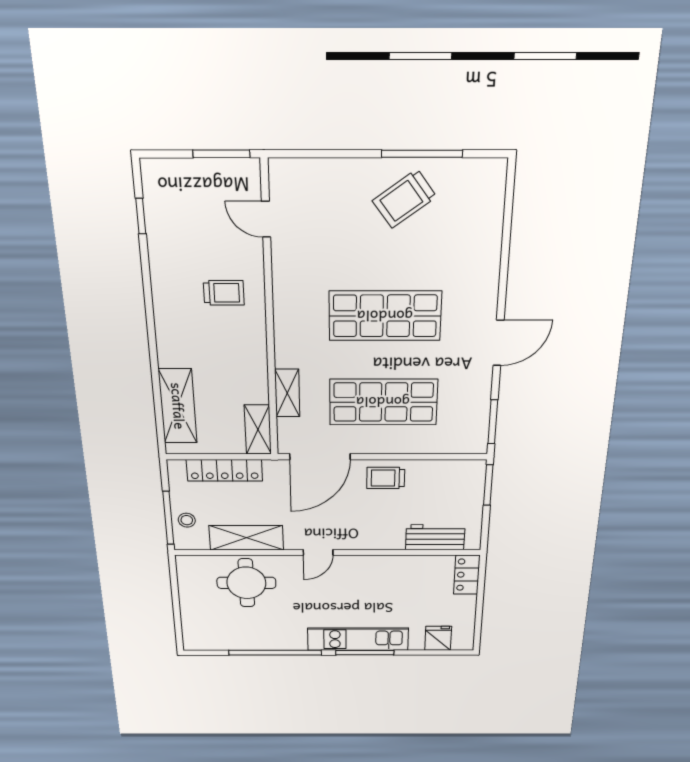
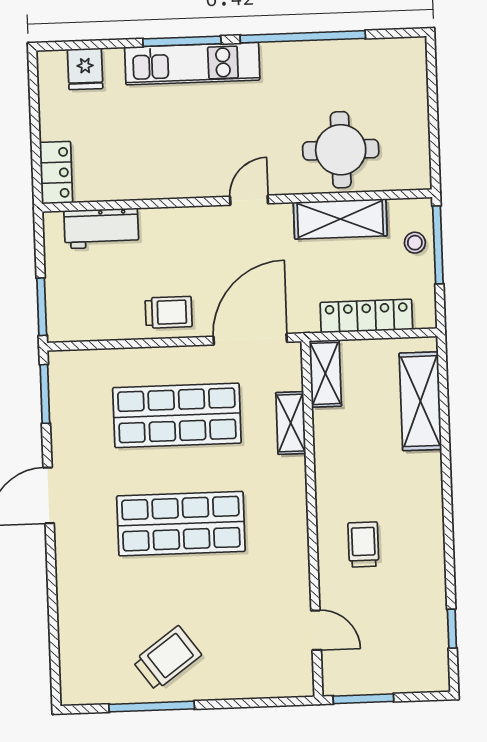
trolley: (224, 293) -> (363, 545), turned 90

